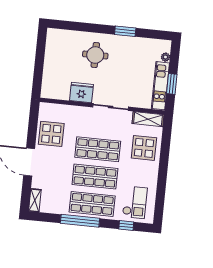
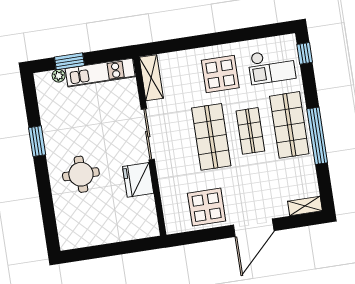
window: (172, 84) -> (69, 61), moved
display table: (144, 148) -> (220, 74), moved
shop shelf: (95, 177) -> (250, 131), width x0.70, depth x0.74
checkout: (135, 202) -> (272, 66), turned 180
window: (126, 226) -> (305, 53), moved

